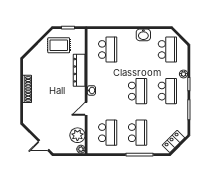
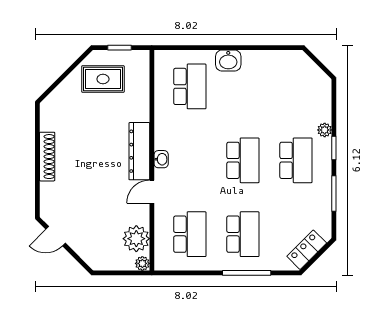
washbasin: (143, 35) -> (228, 61), moved
school desk: (167, 49) -> (296, 86), removed
dresser: (79, 70) -> (139, 151), moved
door: (44, 145) -> (56, 236), moved

